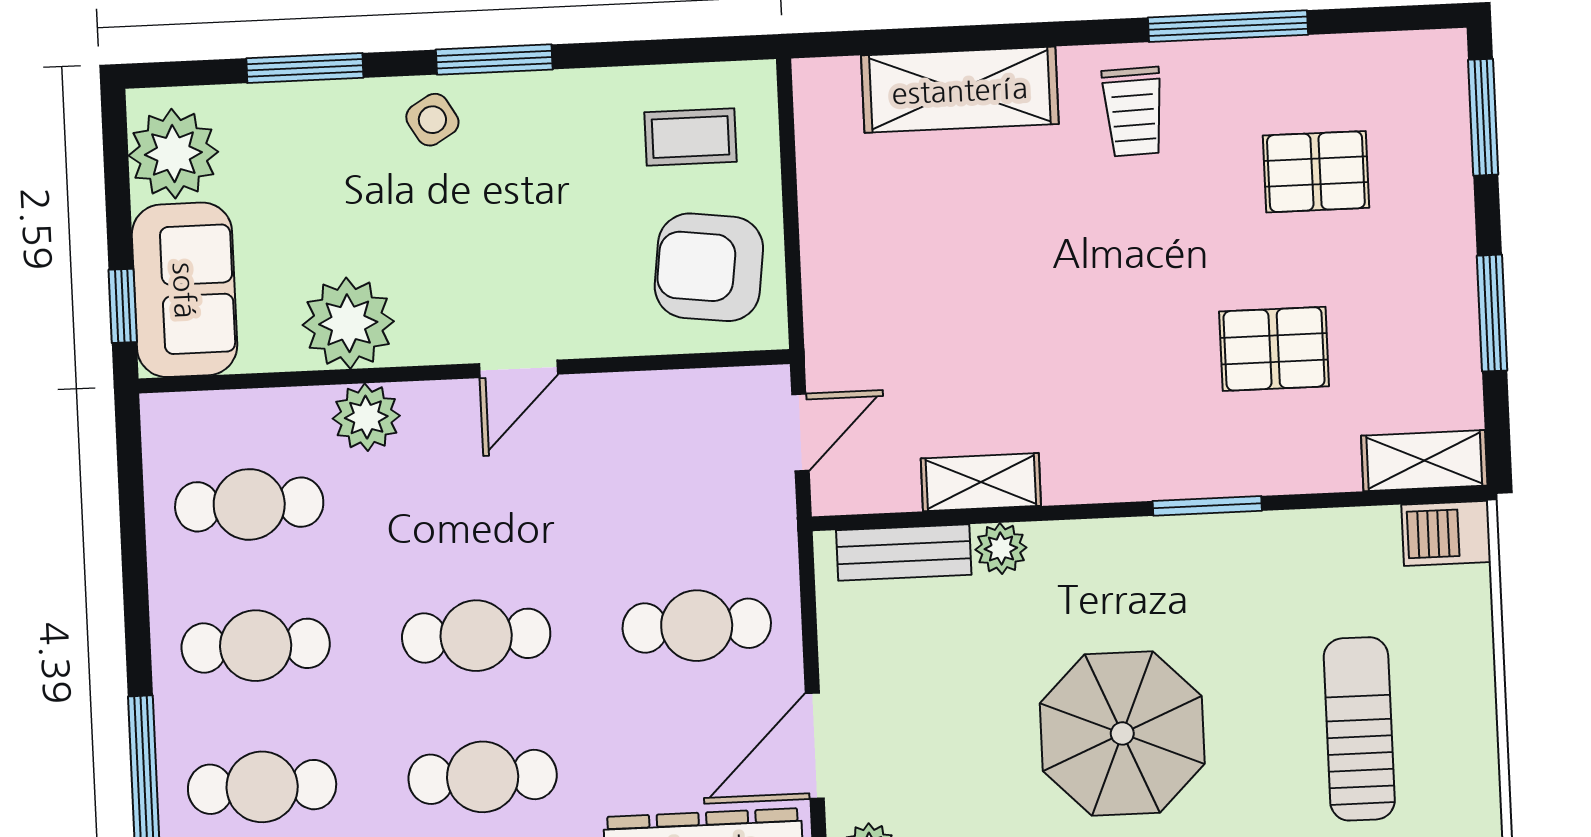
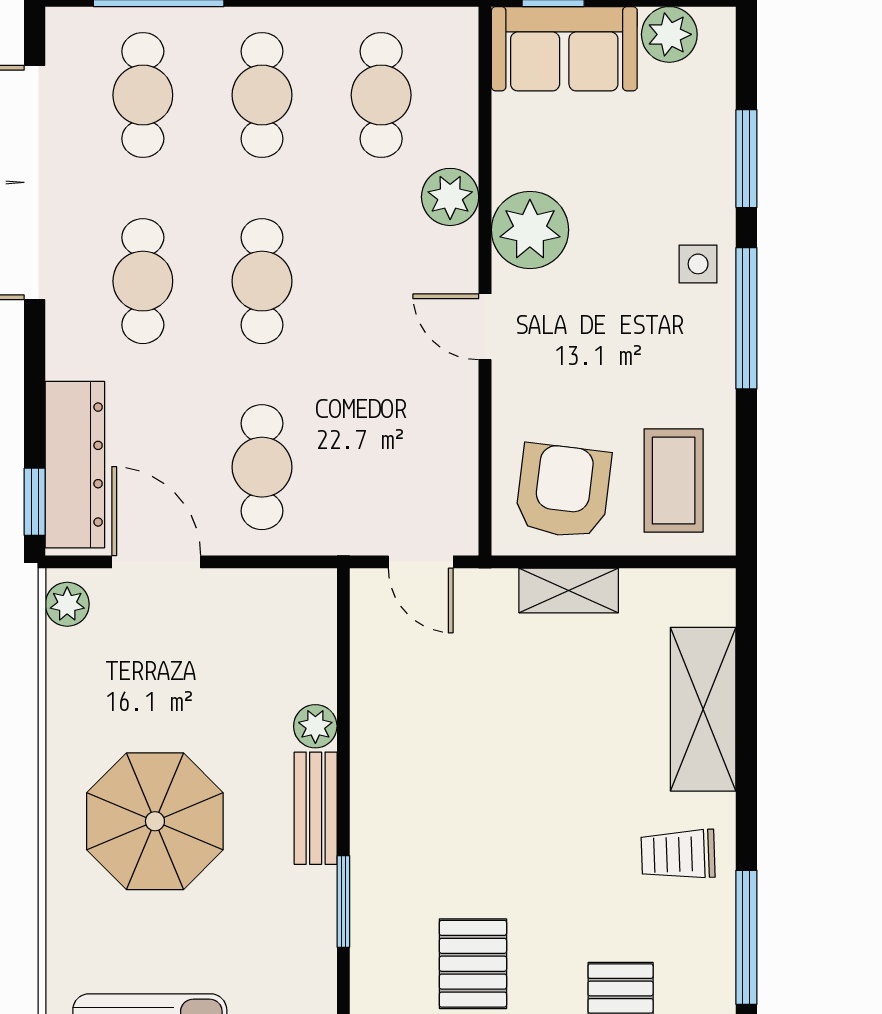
window: (494, 59) -> (746, 318), width x1.44
side table: (432, 120) -> (698, 264), turned 31
coffee table: (690, 137) -> (674, 481), width x1.36, depth x1.30
plant: (173, 154) -> (669, 34), width x0.73, depth x0.73
plant: (348, 323) -> (530, 230), moved
shelving: (981, 482) -> (569, 591), moved, turned 90
bench: (904, 553) -> (316, 808), moved

